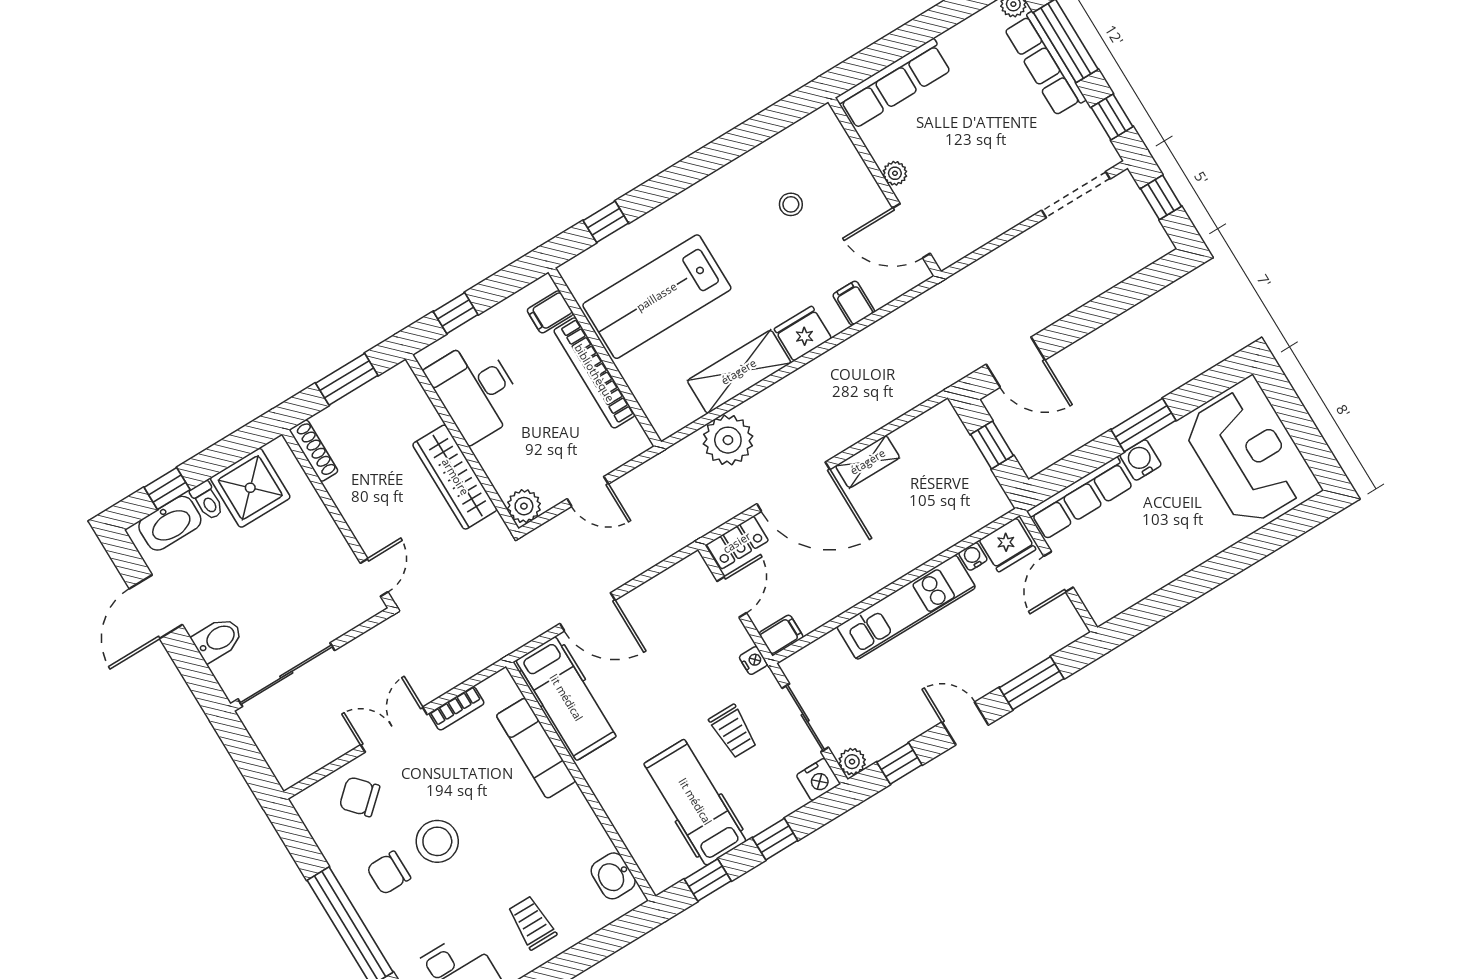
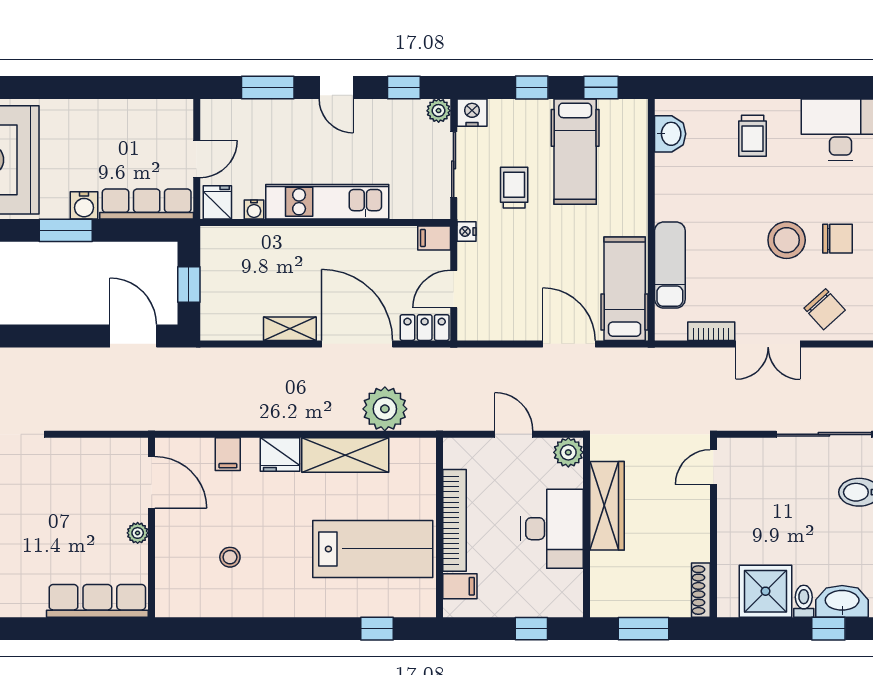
desk: (475, 390) -> (552, 529), moved
fridge: (1008, 545) -> (217, 202), width x0.72

